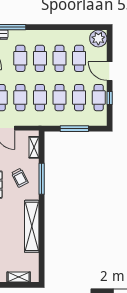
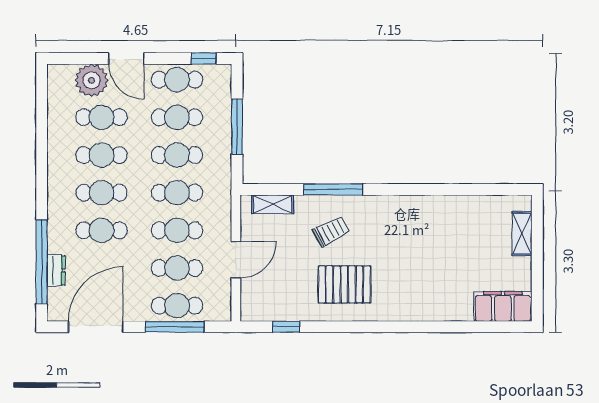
plant: (98, 38) -> (92, 80), moved
door: (110, 71) -> (126, 59), hinge flipped
window: (110, 98) -> (204, 59), moved
shelving: (32, 226) -> (425, 208), removed

